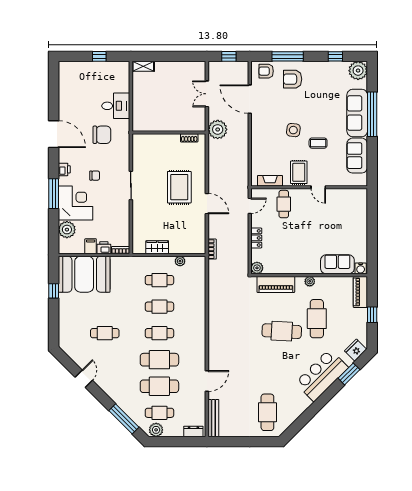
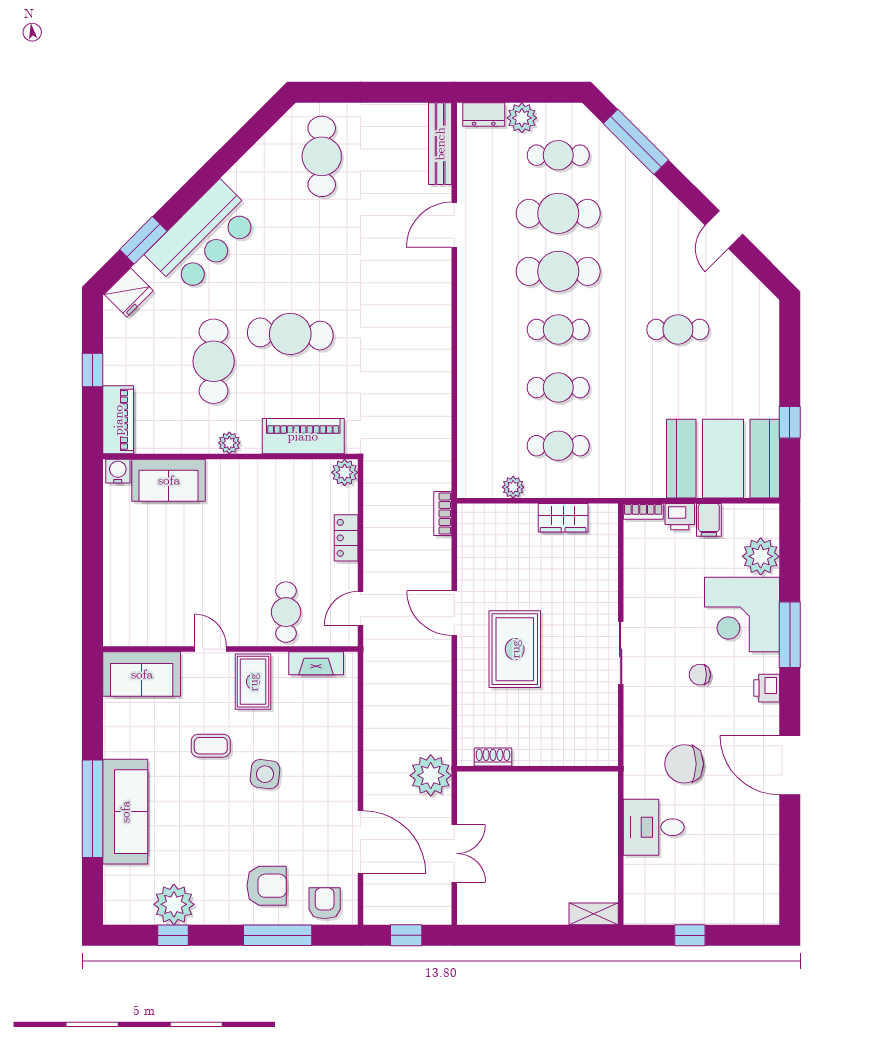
armchair: (266, 71) -> (325, 903), turned -90
plant: (358, 71) -> (174, 904), moved
sofa: (357, 156) -> (142, 674), moved, turned 90
plant: (156, 430) -> (522, 118), moved

